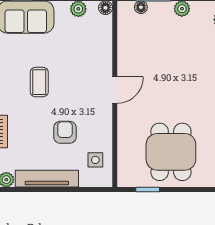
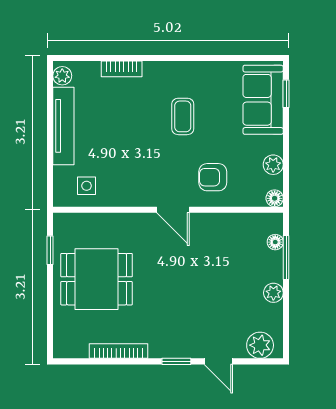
coffee table: (39, 82) -> (183, 116), turned 90
armchair: (65, 132) -> (213, 177), moved, turned 180

